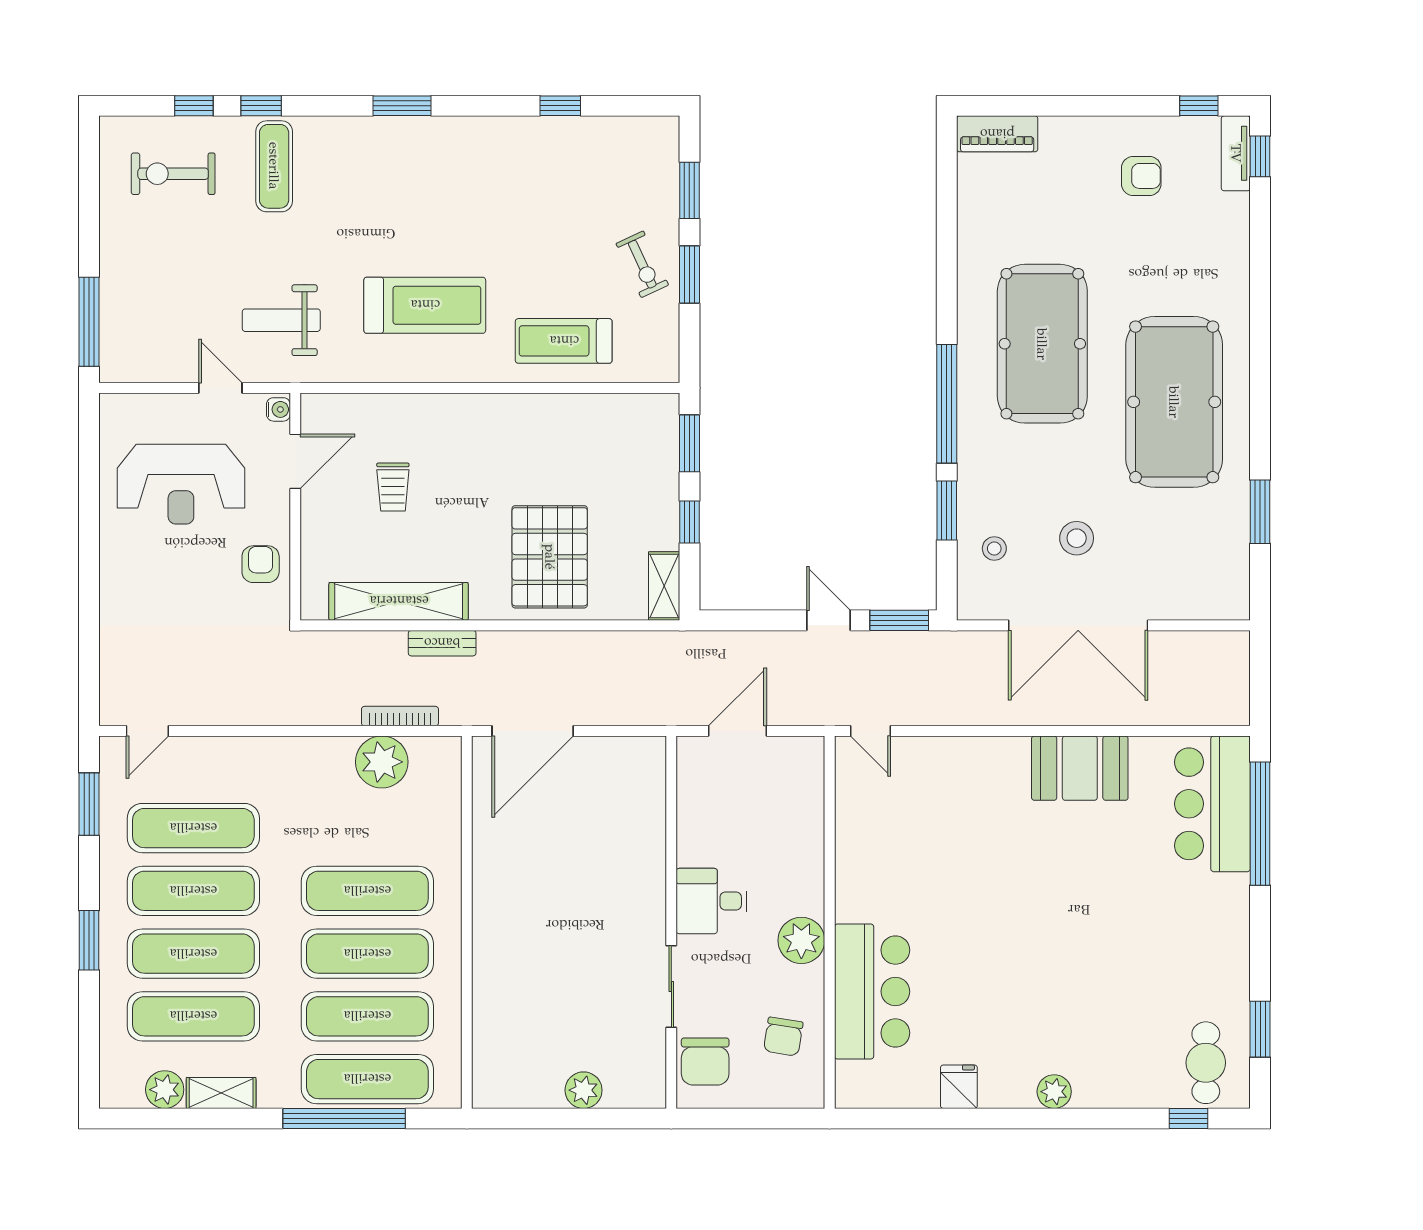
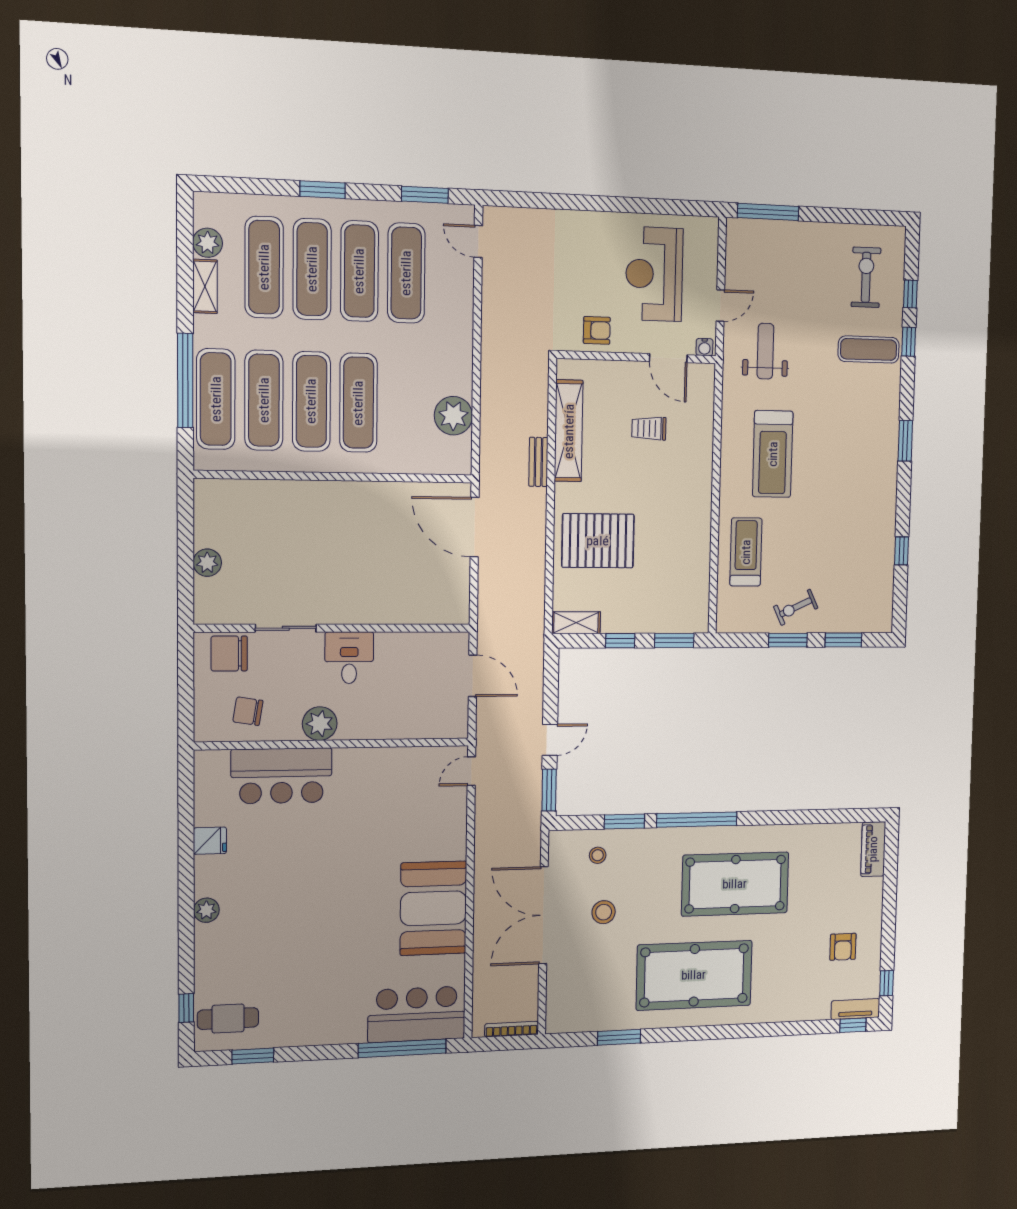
bookcase: (400, 716) -> (512, 1029), moved, turned -90
booth: (1080, 768) -> (433, 908), width x1.36, depth x1.42

